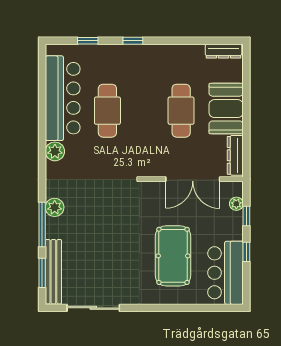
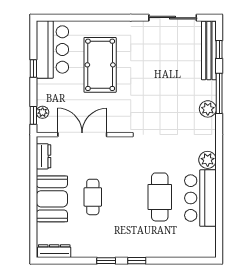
window: (88, 41) -> (106, 261), moved
bar counter: (63, 98) -> (200, 198), width x0.73
cafe table: (181, 111) -> (93, 197), width x0.73, depth x0.74
dresser: (235, 155) -> (44, 156), width x0.70
window: (246, 216) -> (33, 115), moved
window: (42, 273) -> (219, 49), width x0.67

